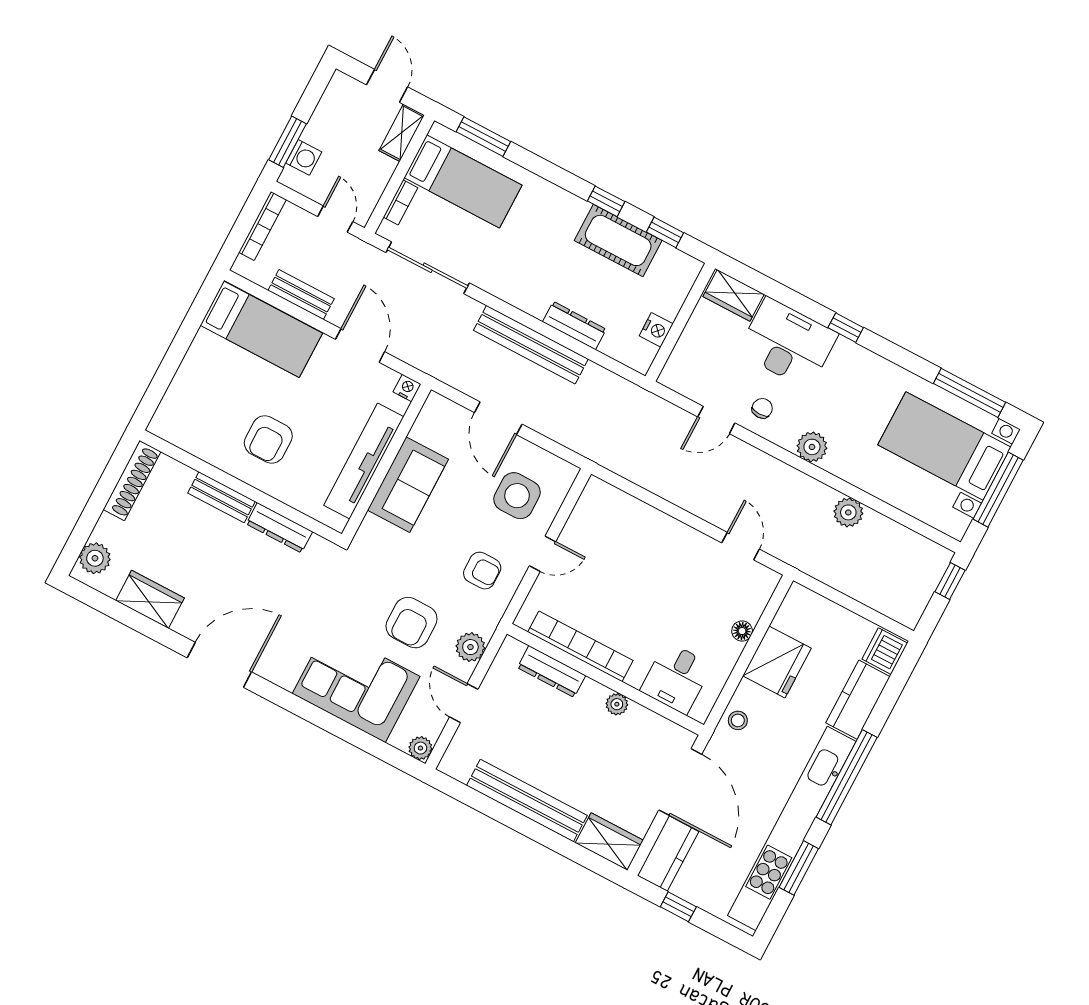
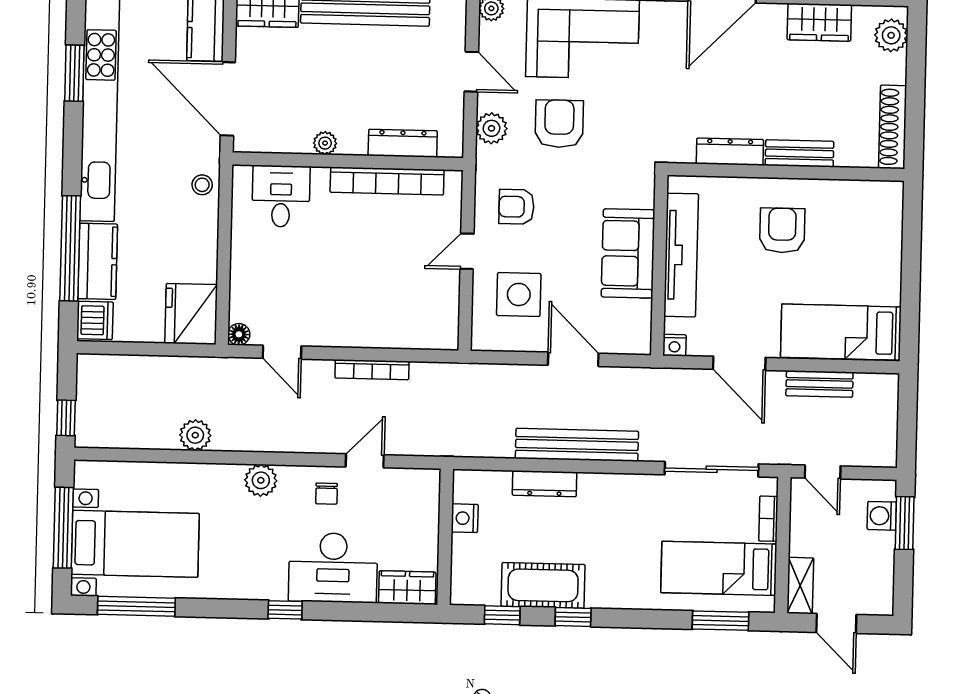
bookcase: (263, 226) -> (372, 370), moved, turned -90
floor lamp: (742, 631) -> (239, 334), moved
fridge: (777, 662) -> (191, 314), moved
window: (847, 777) -> (70, 248), moved

